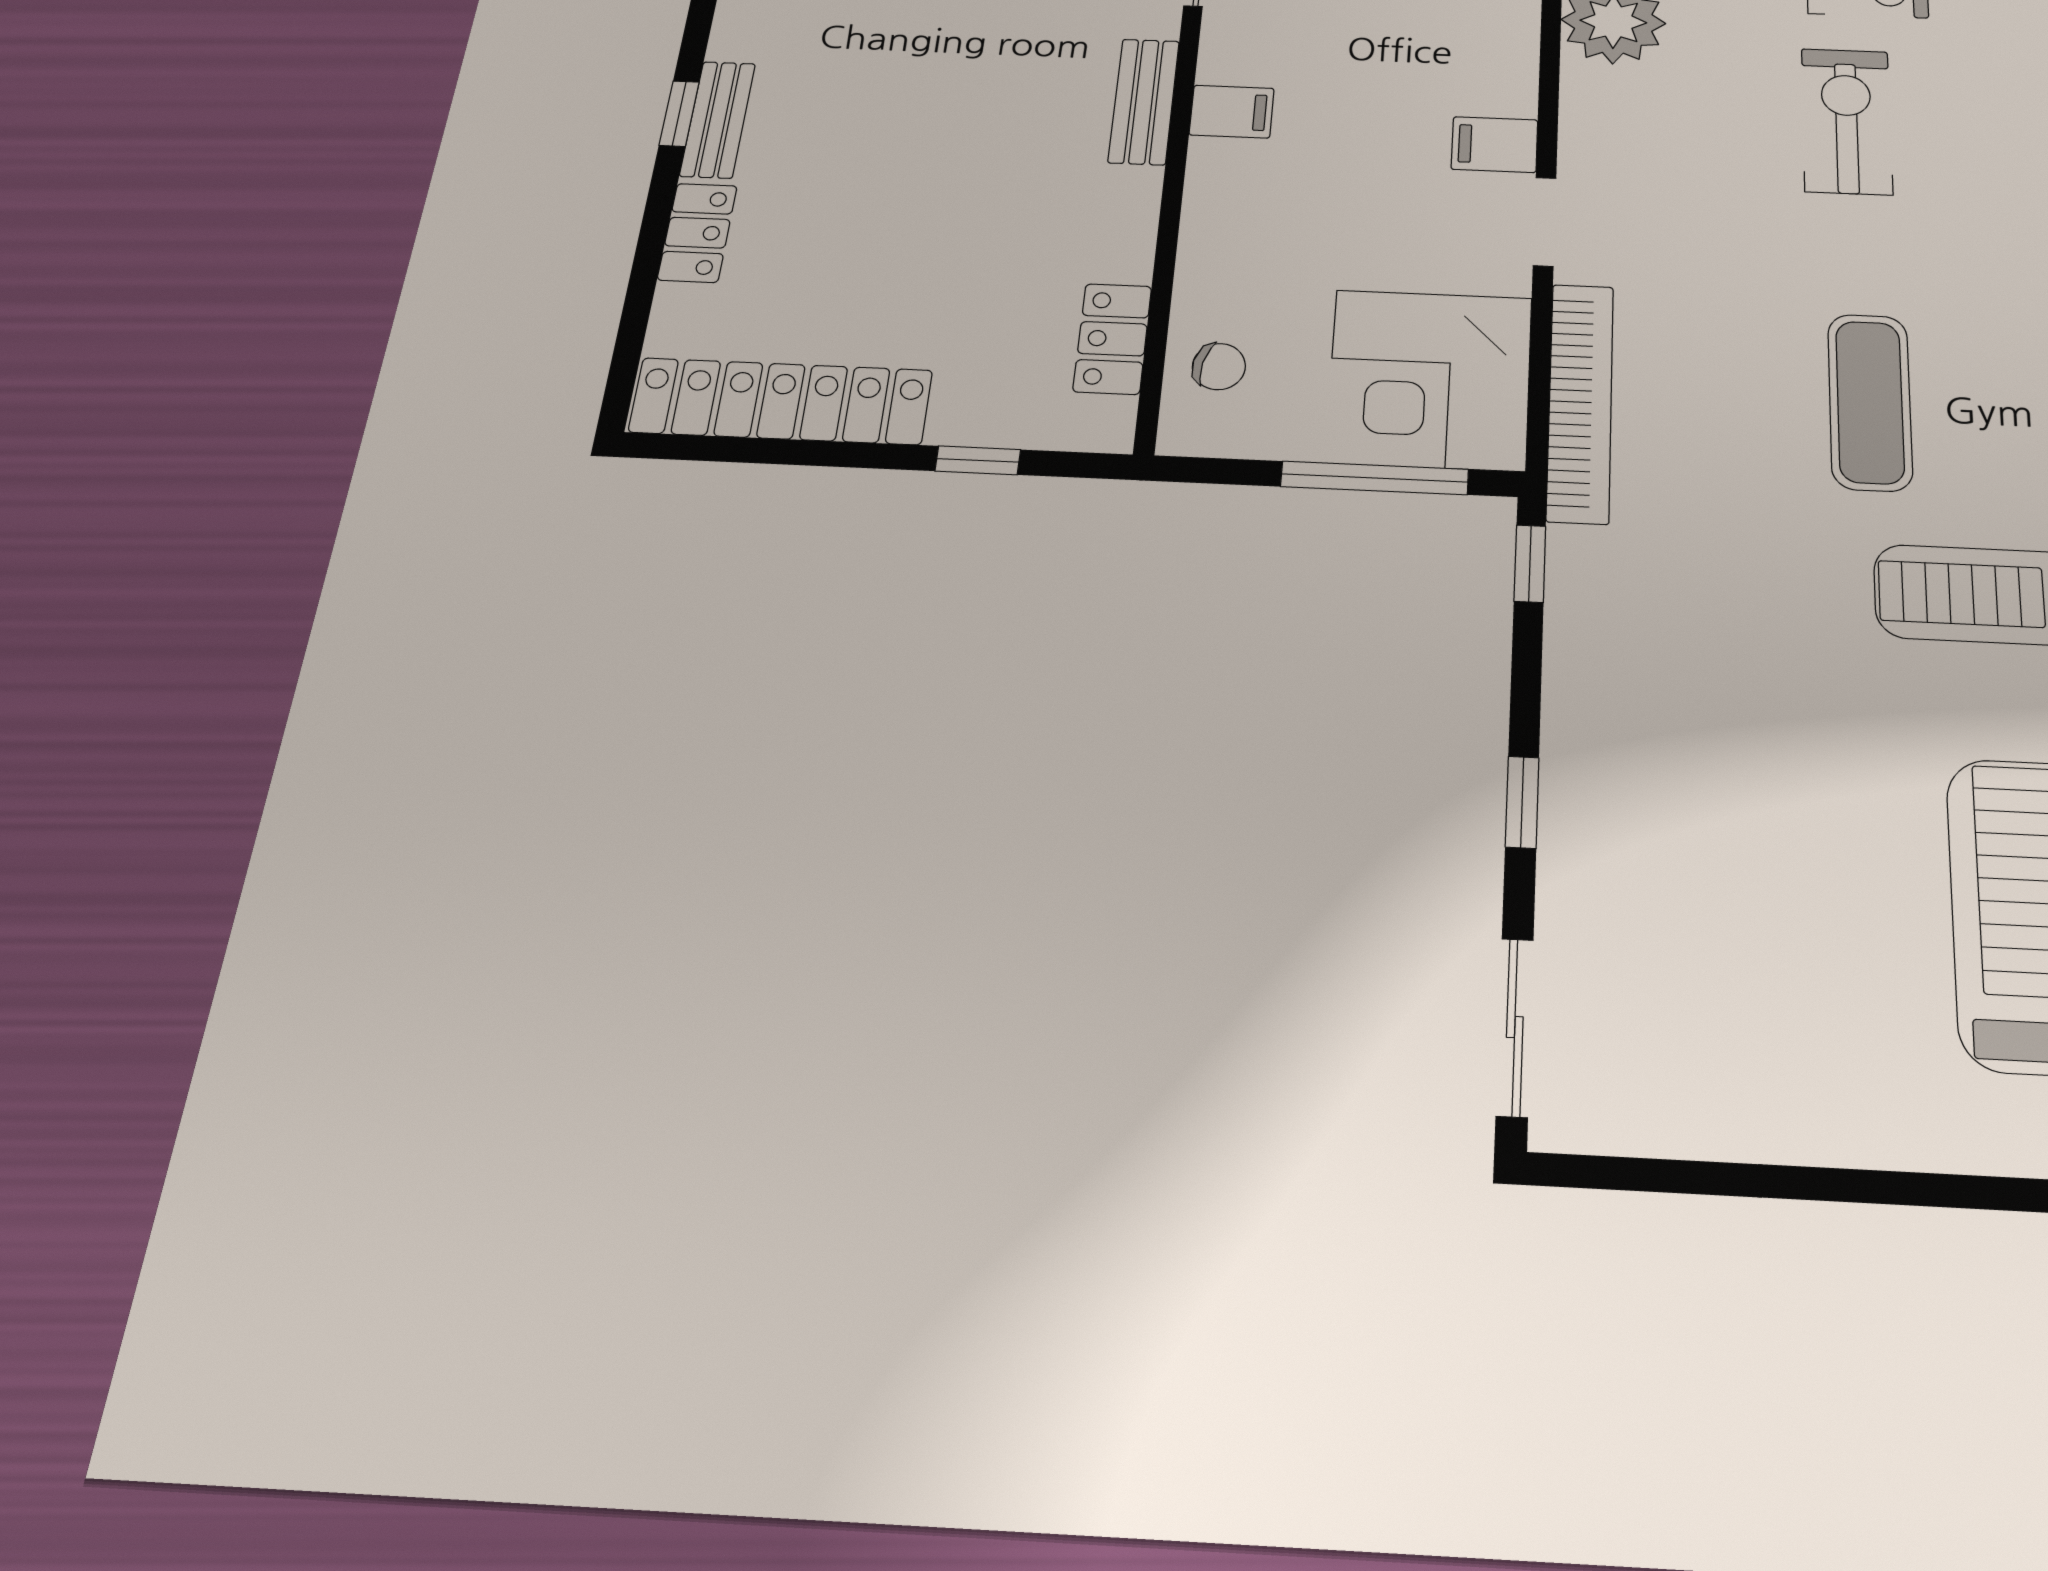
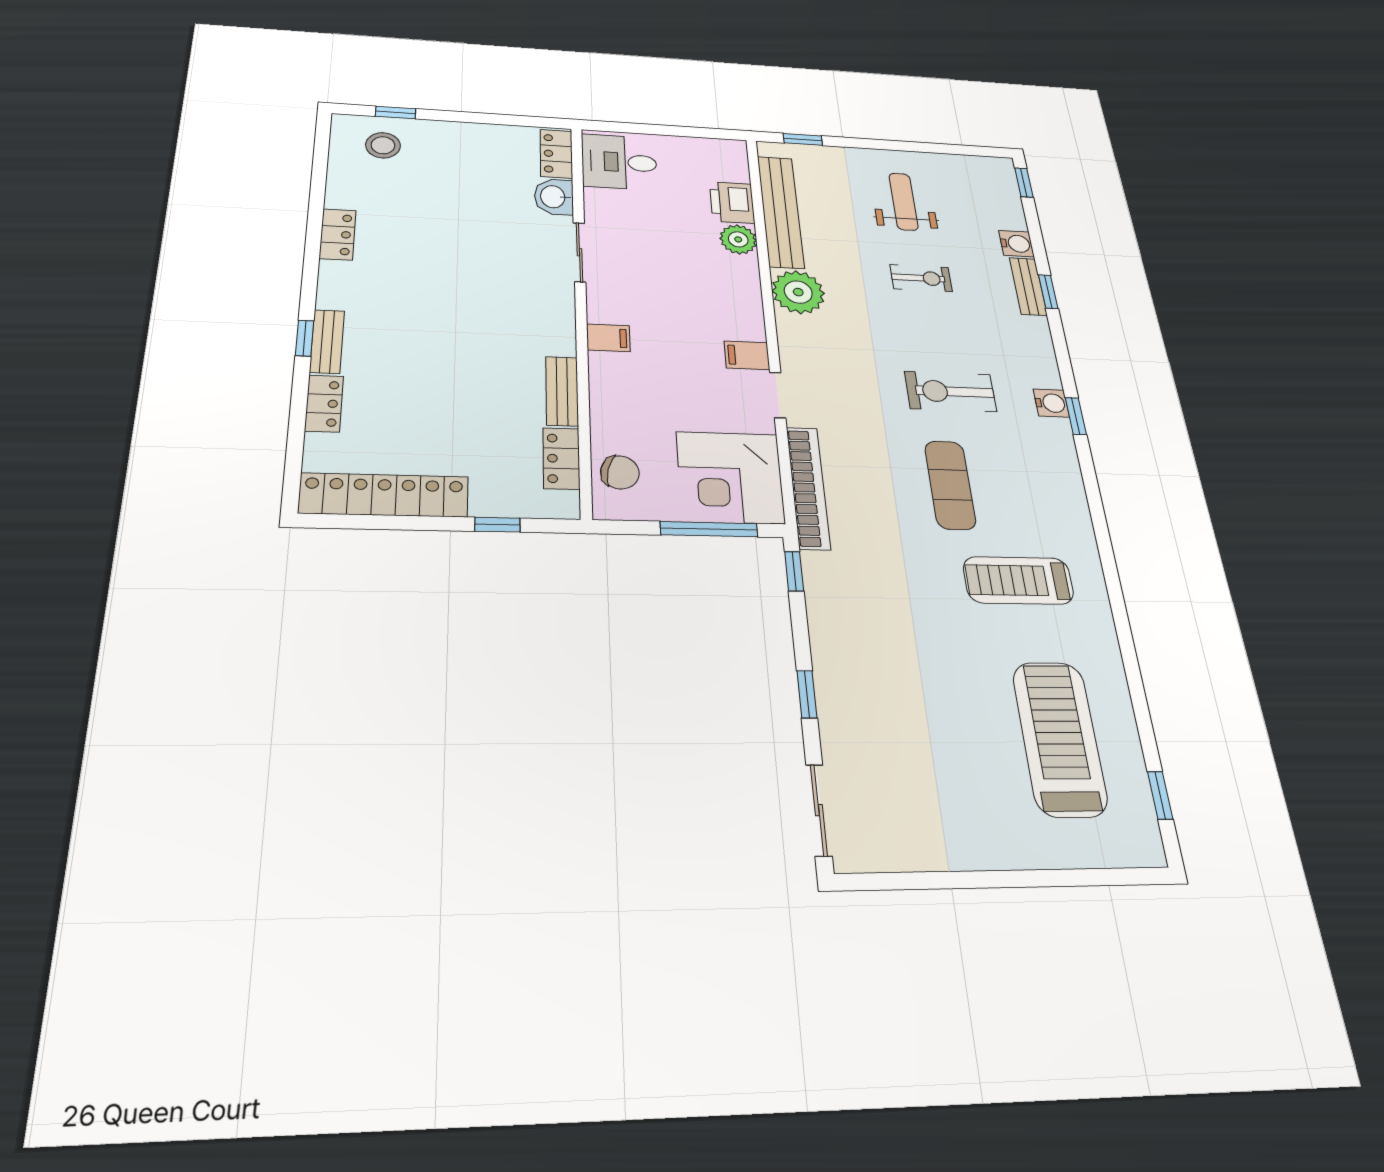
bench: (1144, 101) -> (562, 391), moved
exercise bike: (1847, 121) -> (951, 392), moved, turned -90
chair: (1219, 367) -> (620, 472), width x1.37, depth x1.37

